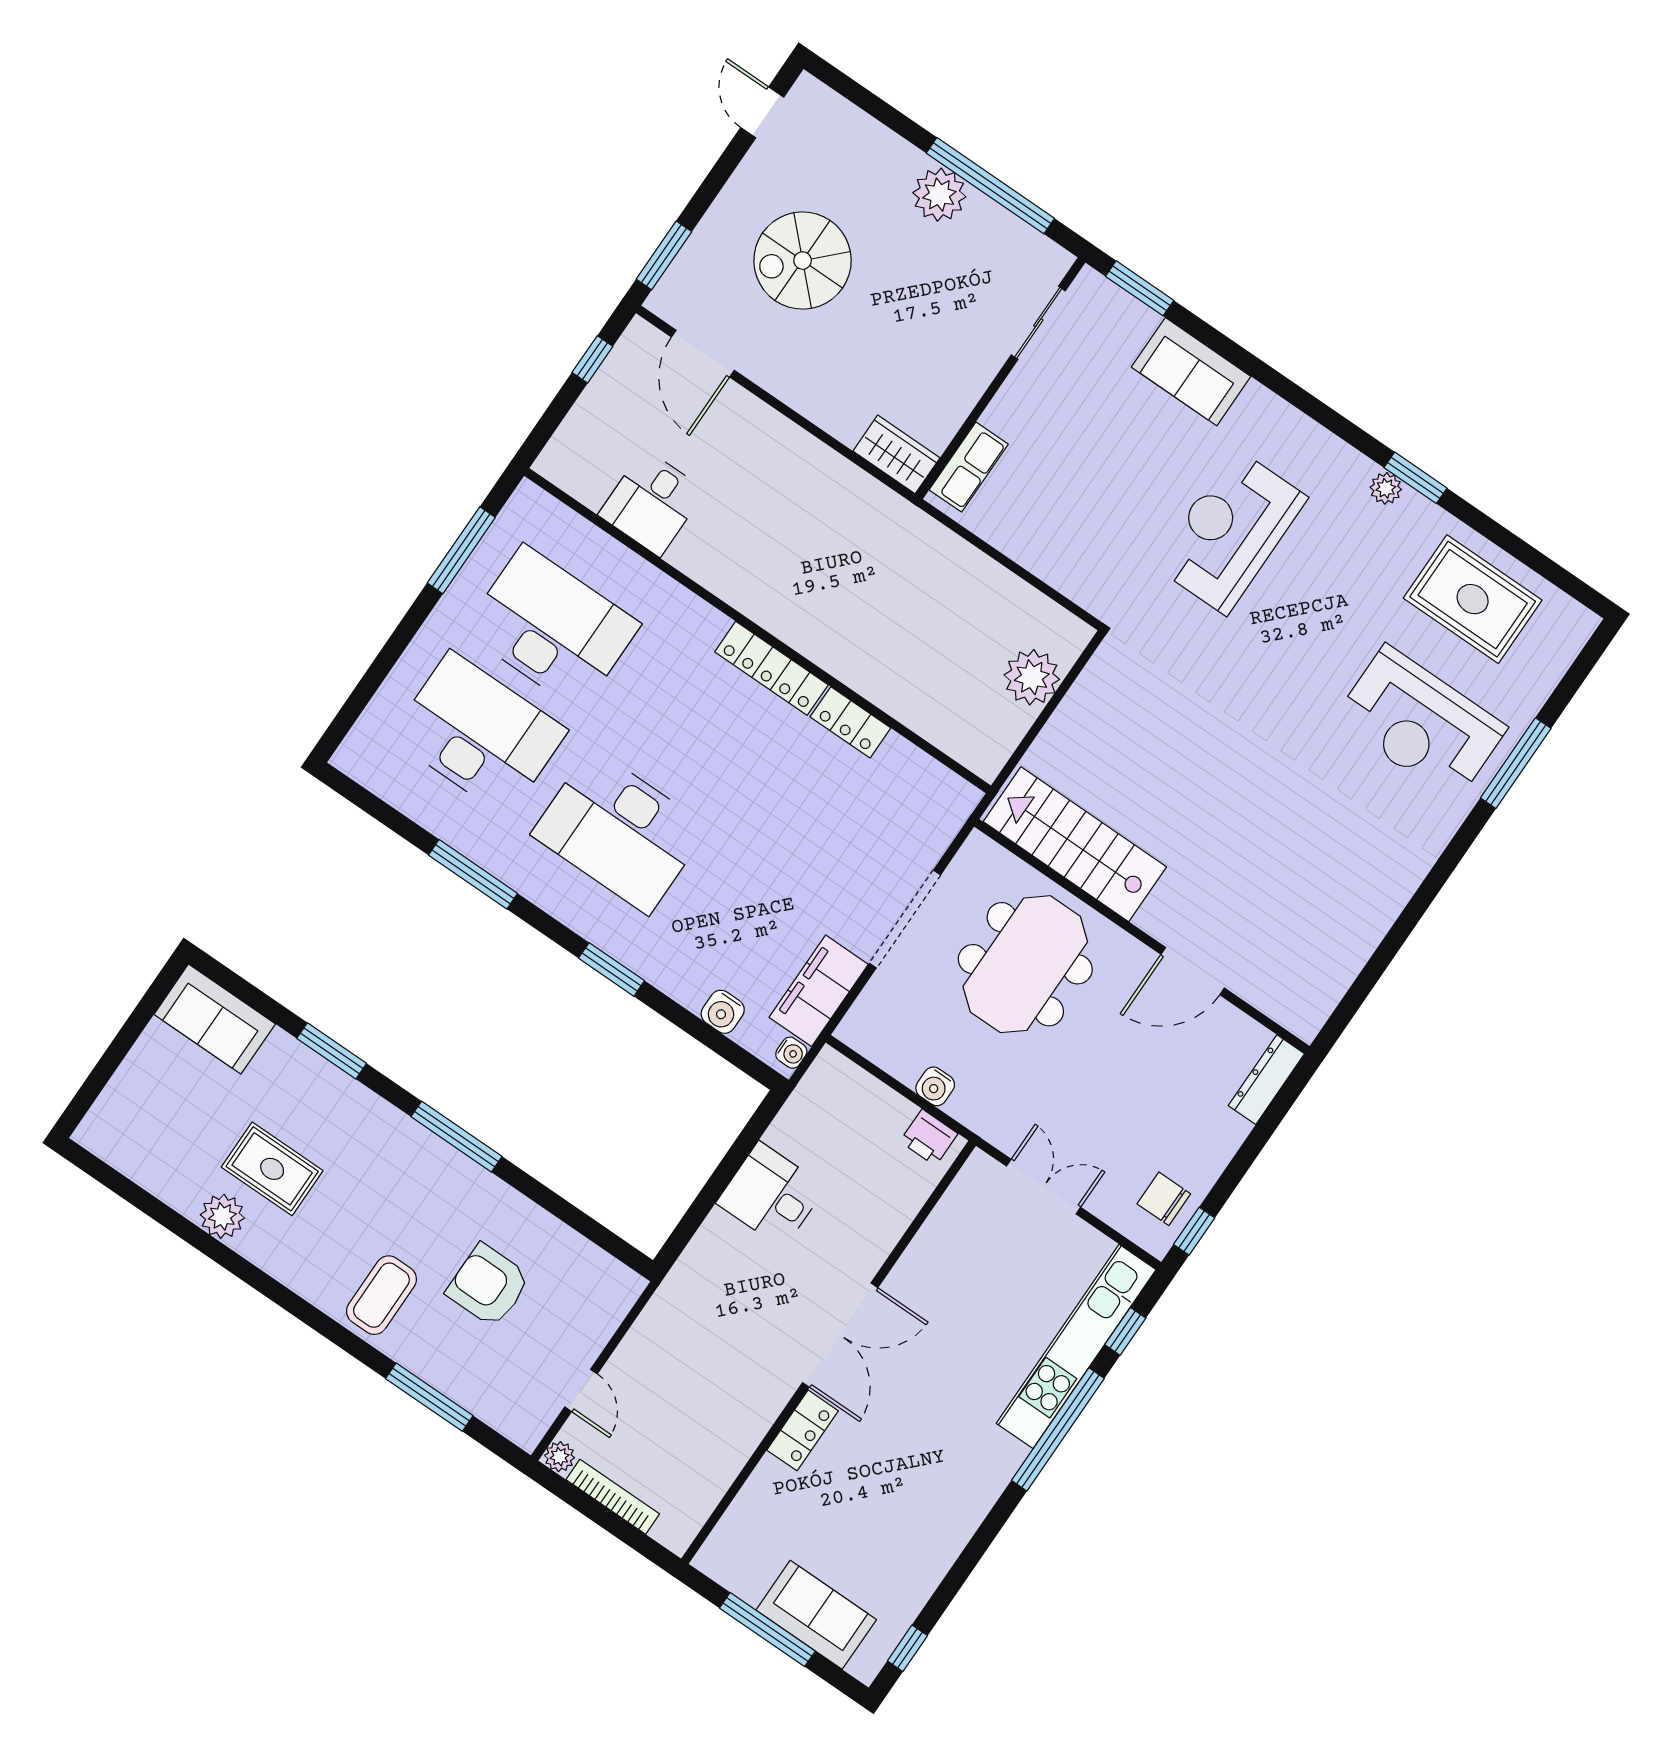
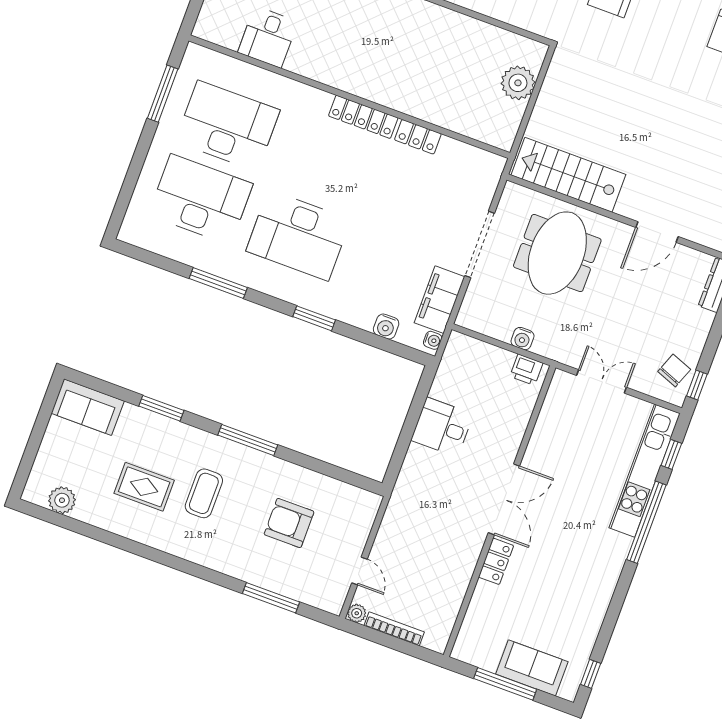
chair: (1164, 1199) -> (674, 370), turned 111
plant: (222, 1216) -> (62, 500), moved
coffee table: (381, 1295) -> (204, 493), moved

